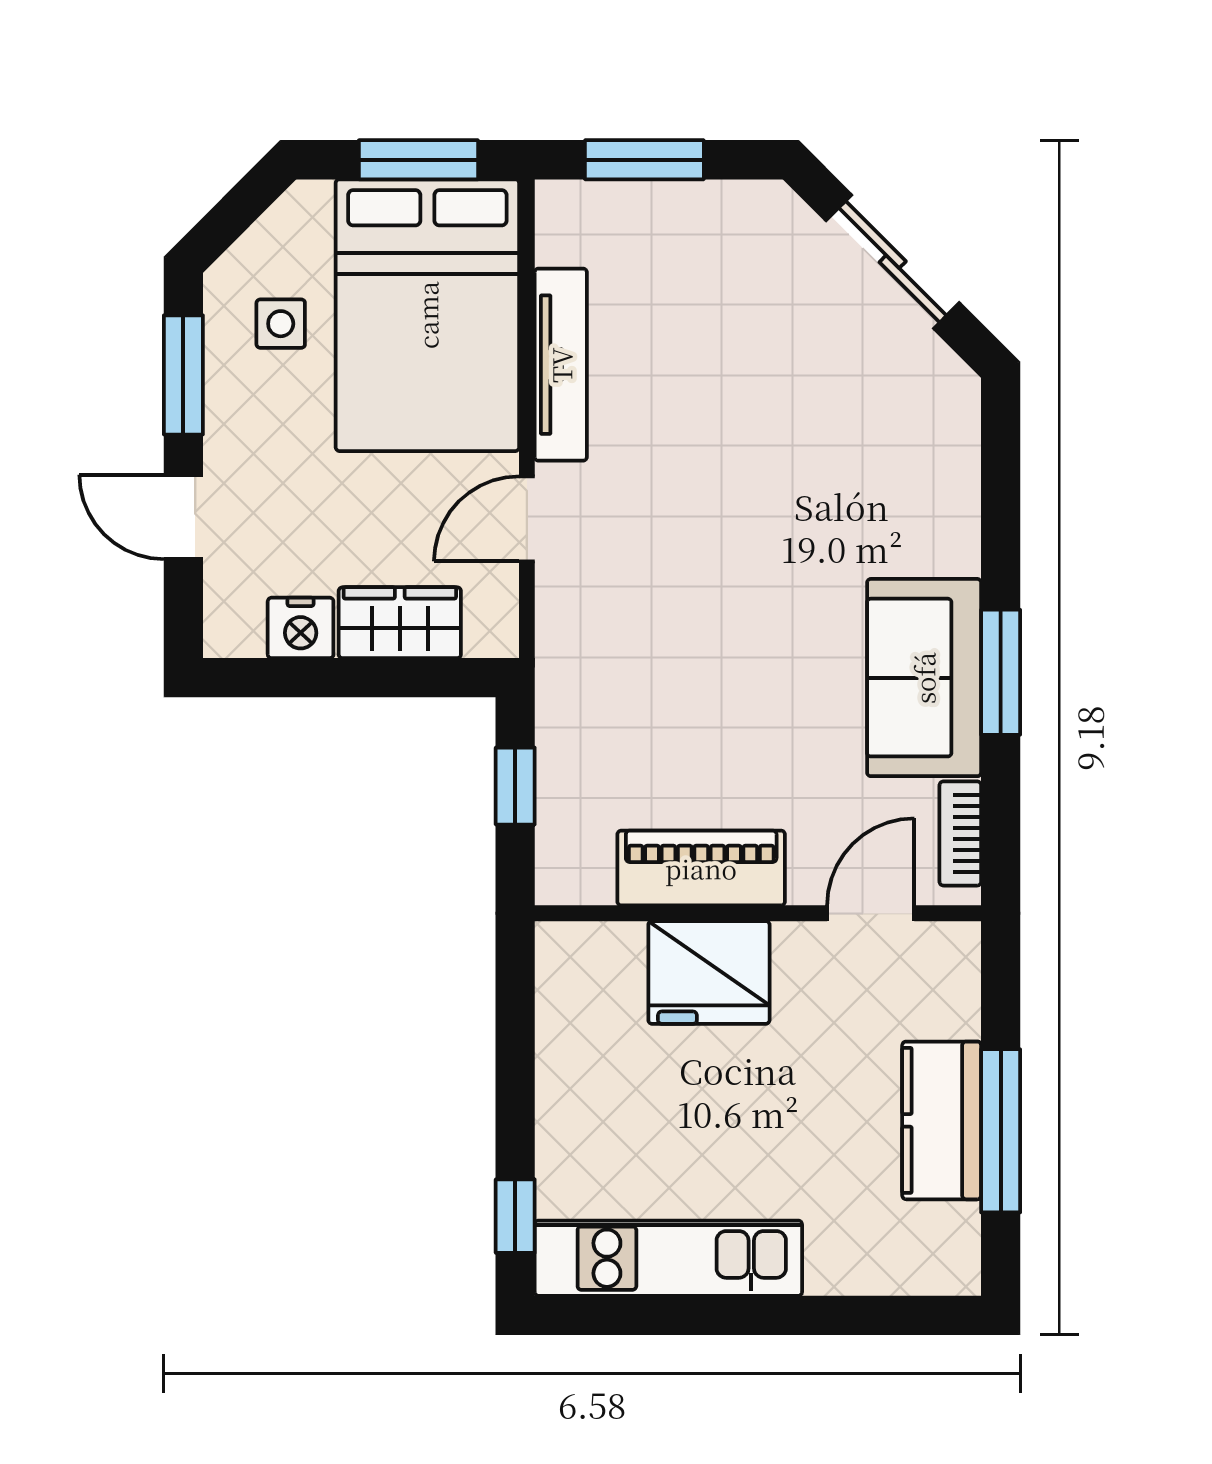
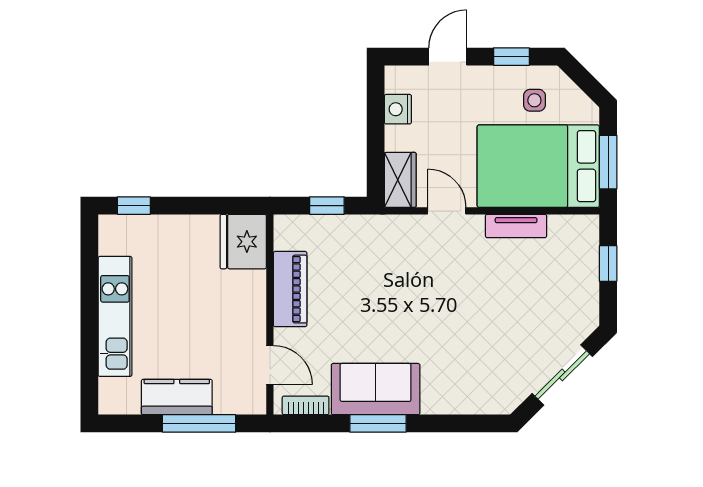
window: (644, 160) -> (608, 264), width x0.67
tv unit: (561, 365) -> (516, 226), width x0.71
window: (183, 375) -> (511, 57), width x0.67
wardrobe: (400, 623) -> (400, 180), moved
fridge: (709, 972) -> (243, 242), moved
window: (1001, 1131) -> (199, 423), moved
kitchen unit: (668, 1258) -> (115, 316), moved

